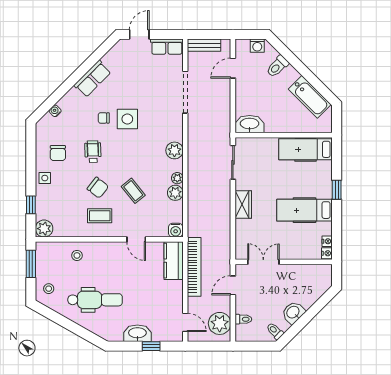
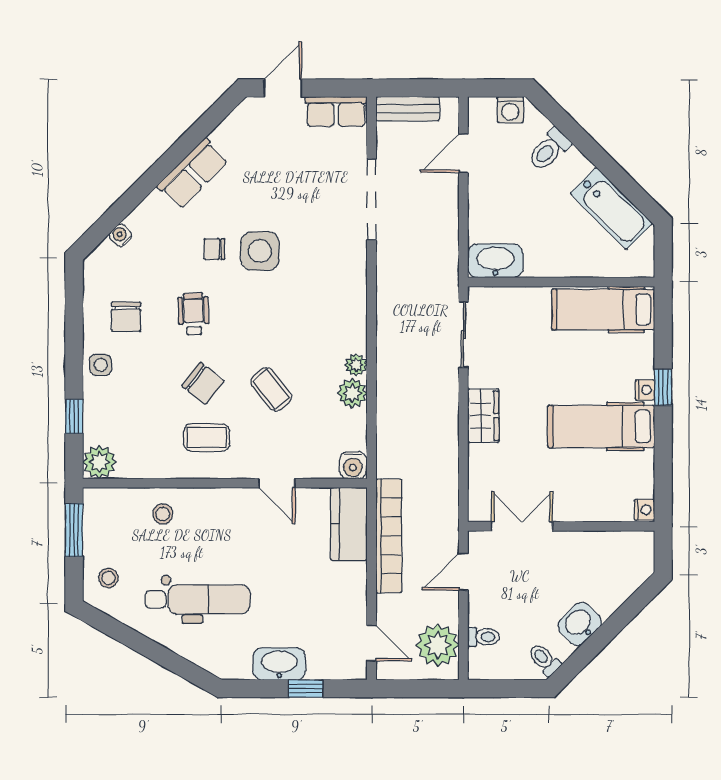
plant: (174, 150) -> (351, 312), removed
nightstand: (327, 241) -> (645, 390), moved

